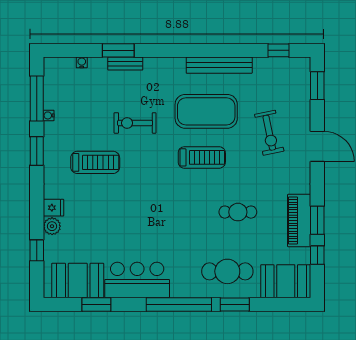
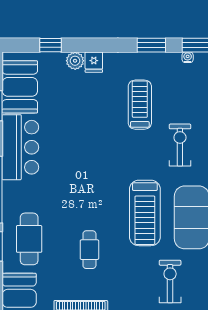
exercise bike: (269, 133) -> (170, 282), turned 102
treadmill: (202, 157) -> (145, 213), width x1.37, depth x1.38
treadmill: (95, 162) -> (140, 105), turned 180

